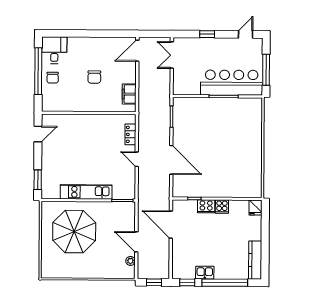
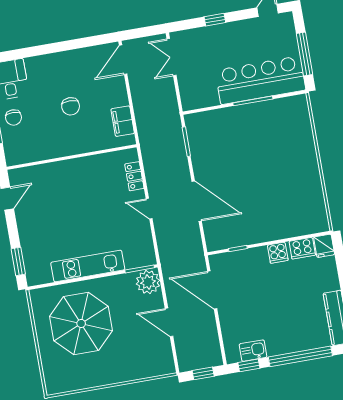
cooker: (206, 206) -> (302, 248), moved
plant: (130, 261) -> (148, 282), moved, width x1.87, depth x1.87
kitchen sink: (205, 273) -> (253, 351), moved

